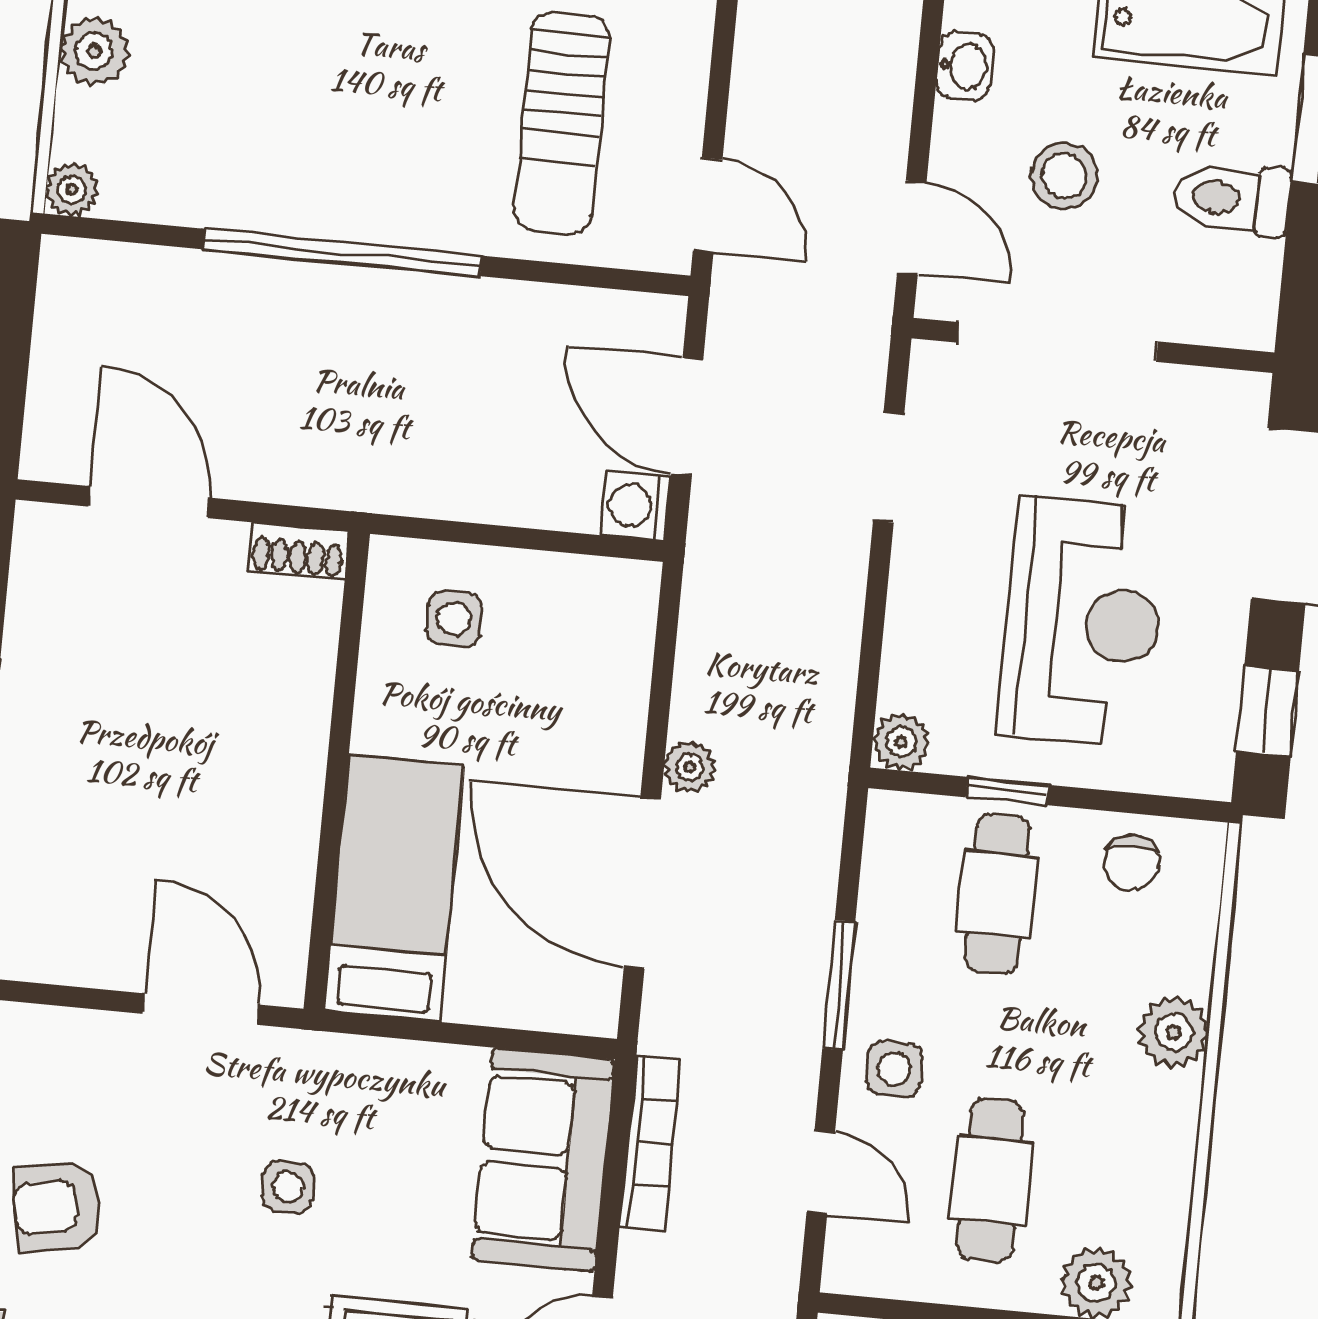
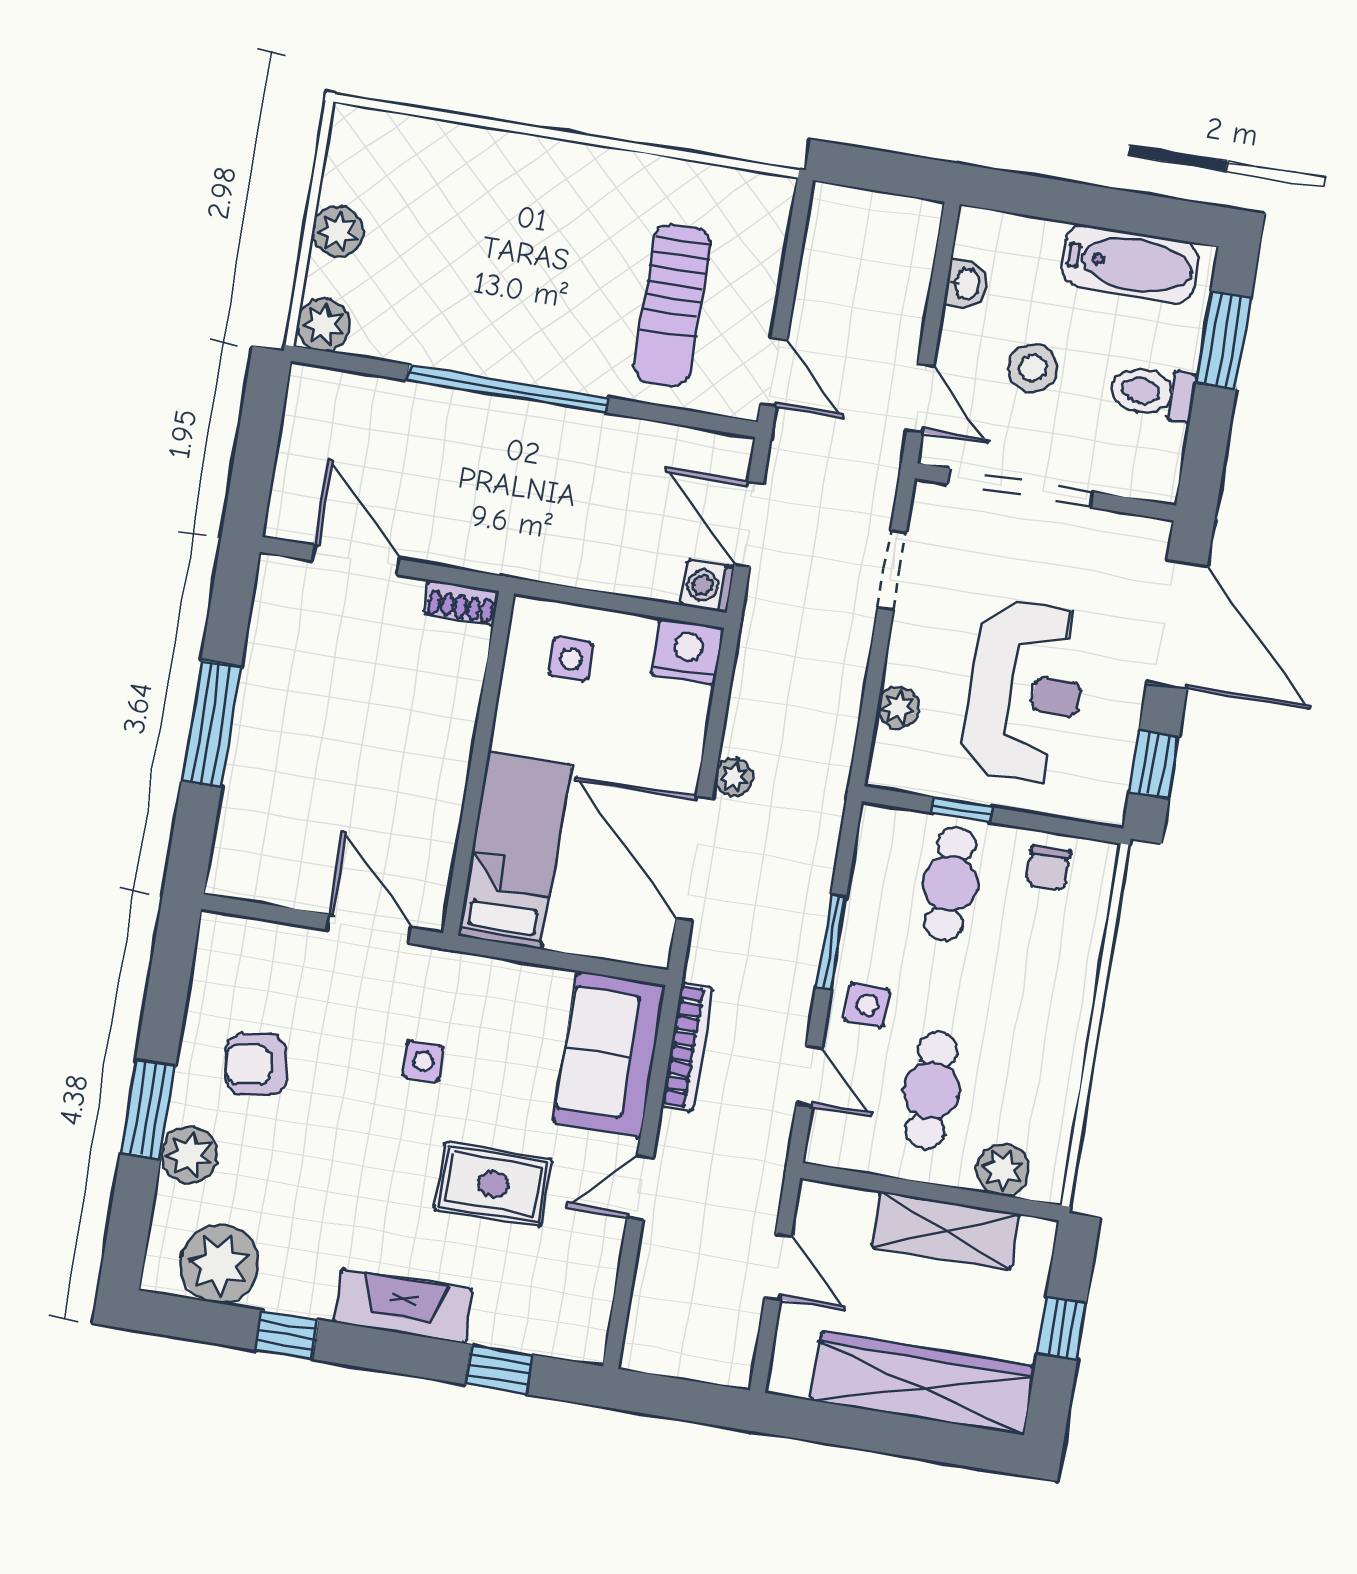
plant: (72, 190) -> (323, 325), width x1.38, depth x1.38
nightstand: (614, 598) -> (688, 651), added
plant: (901, 742) -> (898, 707), moved
plant: (1174, 1032) -> (1071, 992), removed

